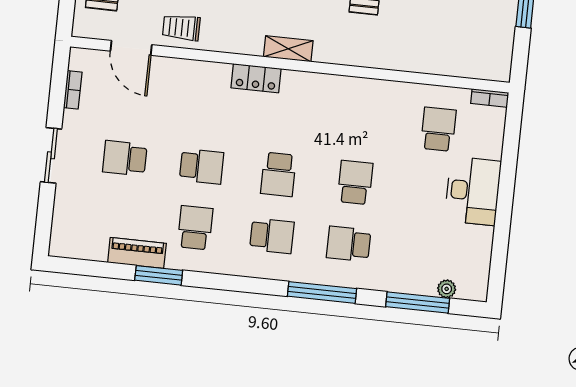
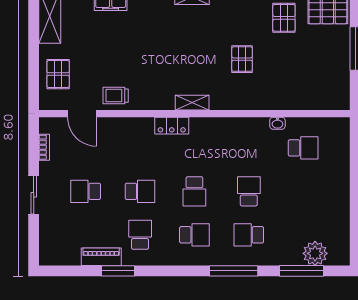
washbasin: (406, 91) -> (277, 123), added
bookcase: (490, 98) -> (337, 122), removed
school desk: (438, 129) -> (303, 148), turned 90
desk: (473, 191) -> (332, 189), removed
plant: (447, 289) -> (315, 253), width x1.87, depth x1.87

